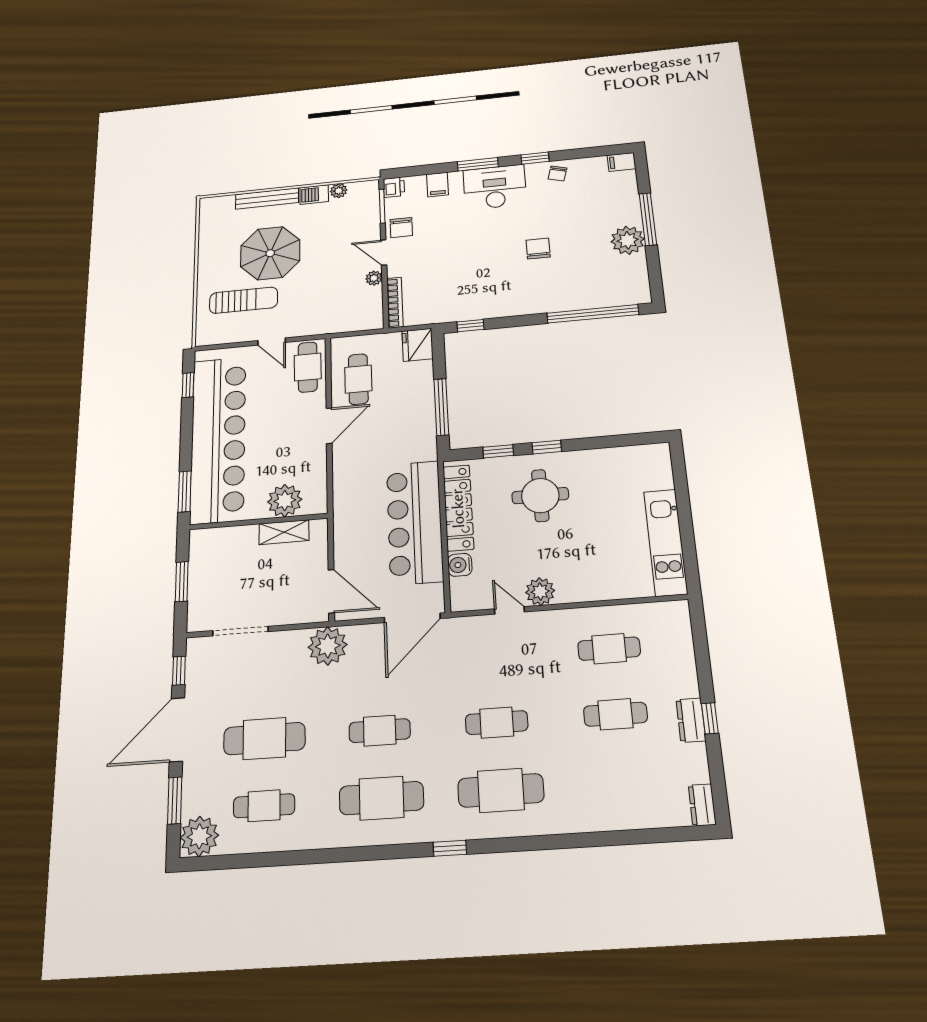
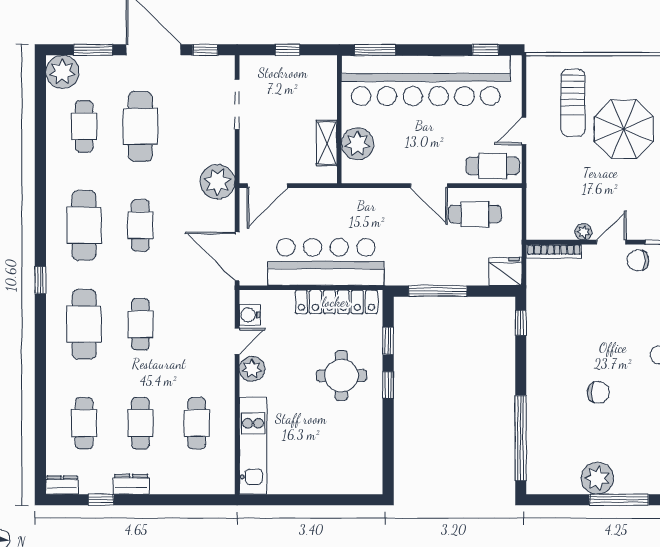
kitchen unit: (666, 542) -> (253, 446), moved, turned 90
water cooler: (460, 565) -> (250, 315), moved, turned -90
window: (182, 582) -> (287, 50), width x0.67
window: (710, 718) -> (101, 500), moved
cafe table: (622, 783) -> (84, 423), added

